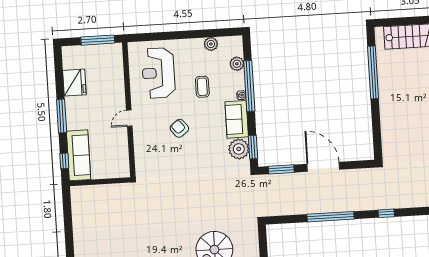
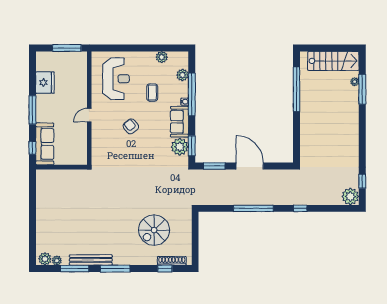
reception desk: (158, 73) -> (116, 79), turned 180

